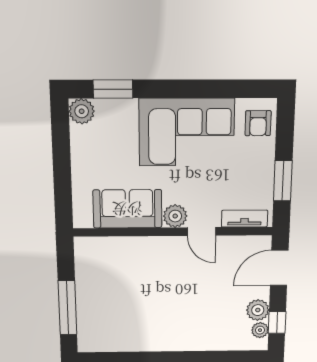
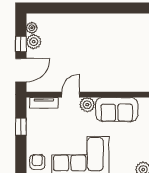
window: (283, 181) -> (21, 127), width x0.67
door: (201, 232) -> (71, 95), hinge flipped
window: (277, 322) -> (21, 44), moved

